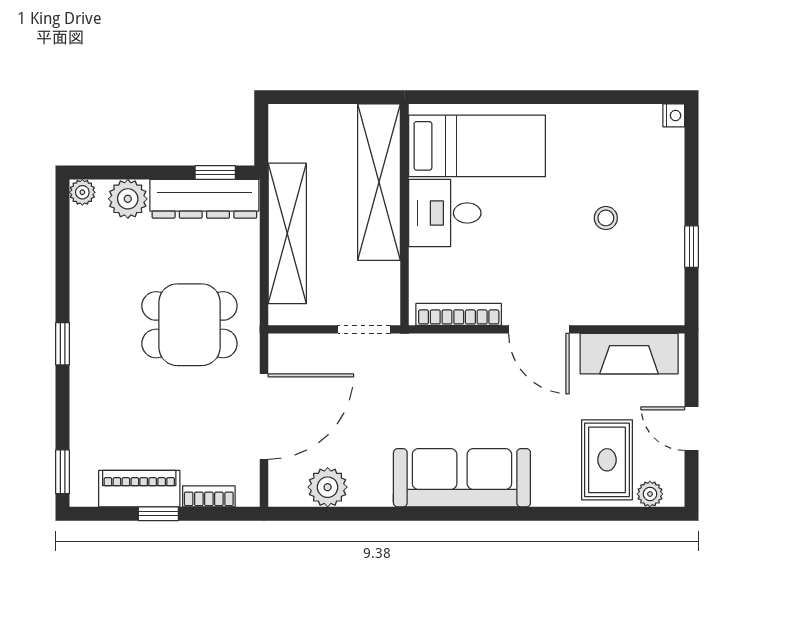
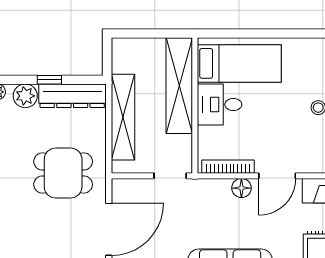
window: (215, 172) -> (49, 80), moved
door: (539, 329) -> (277, 176), hinge flipped
floor lamp: (481, 349) -> (241, 188), added

